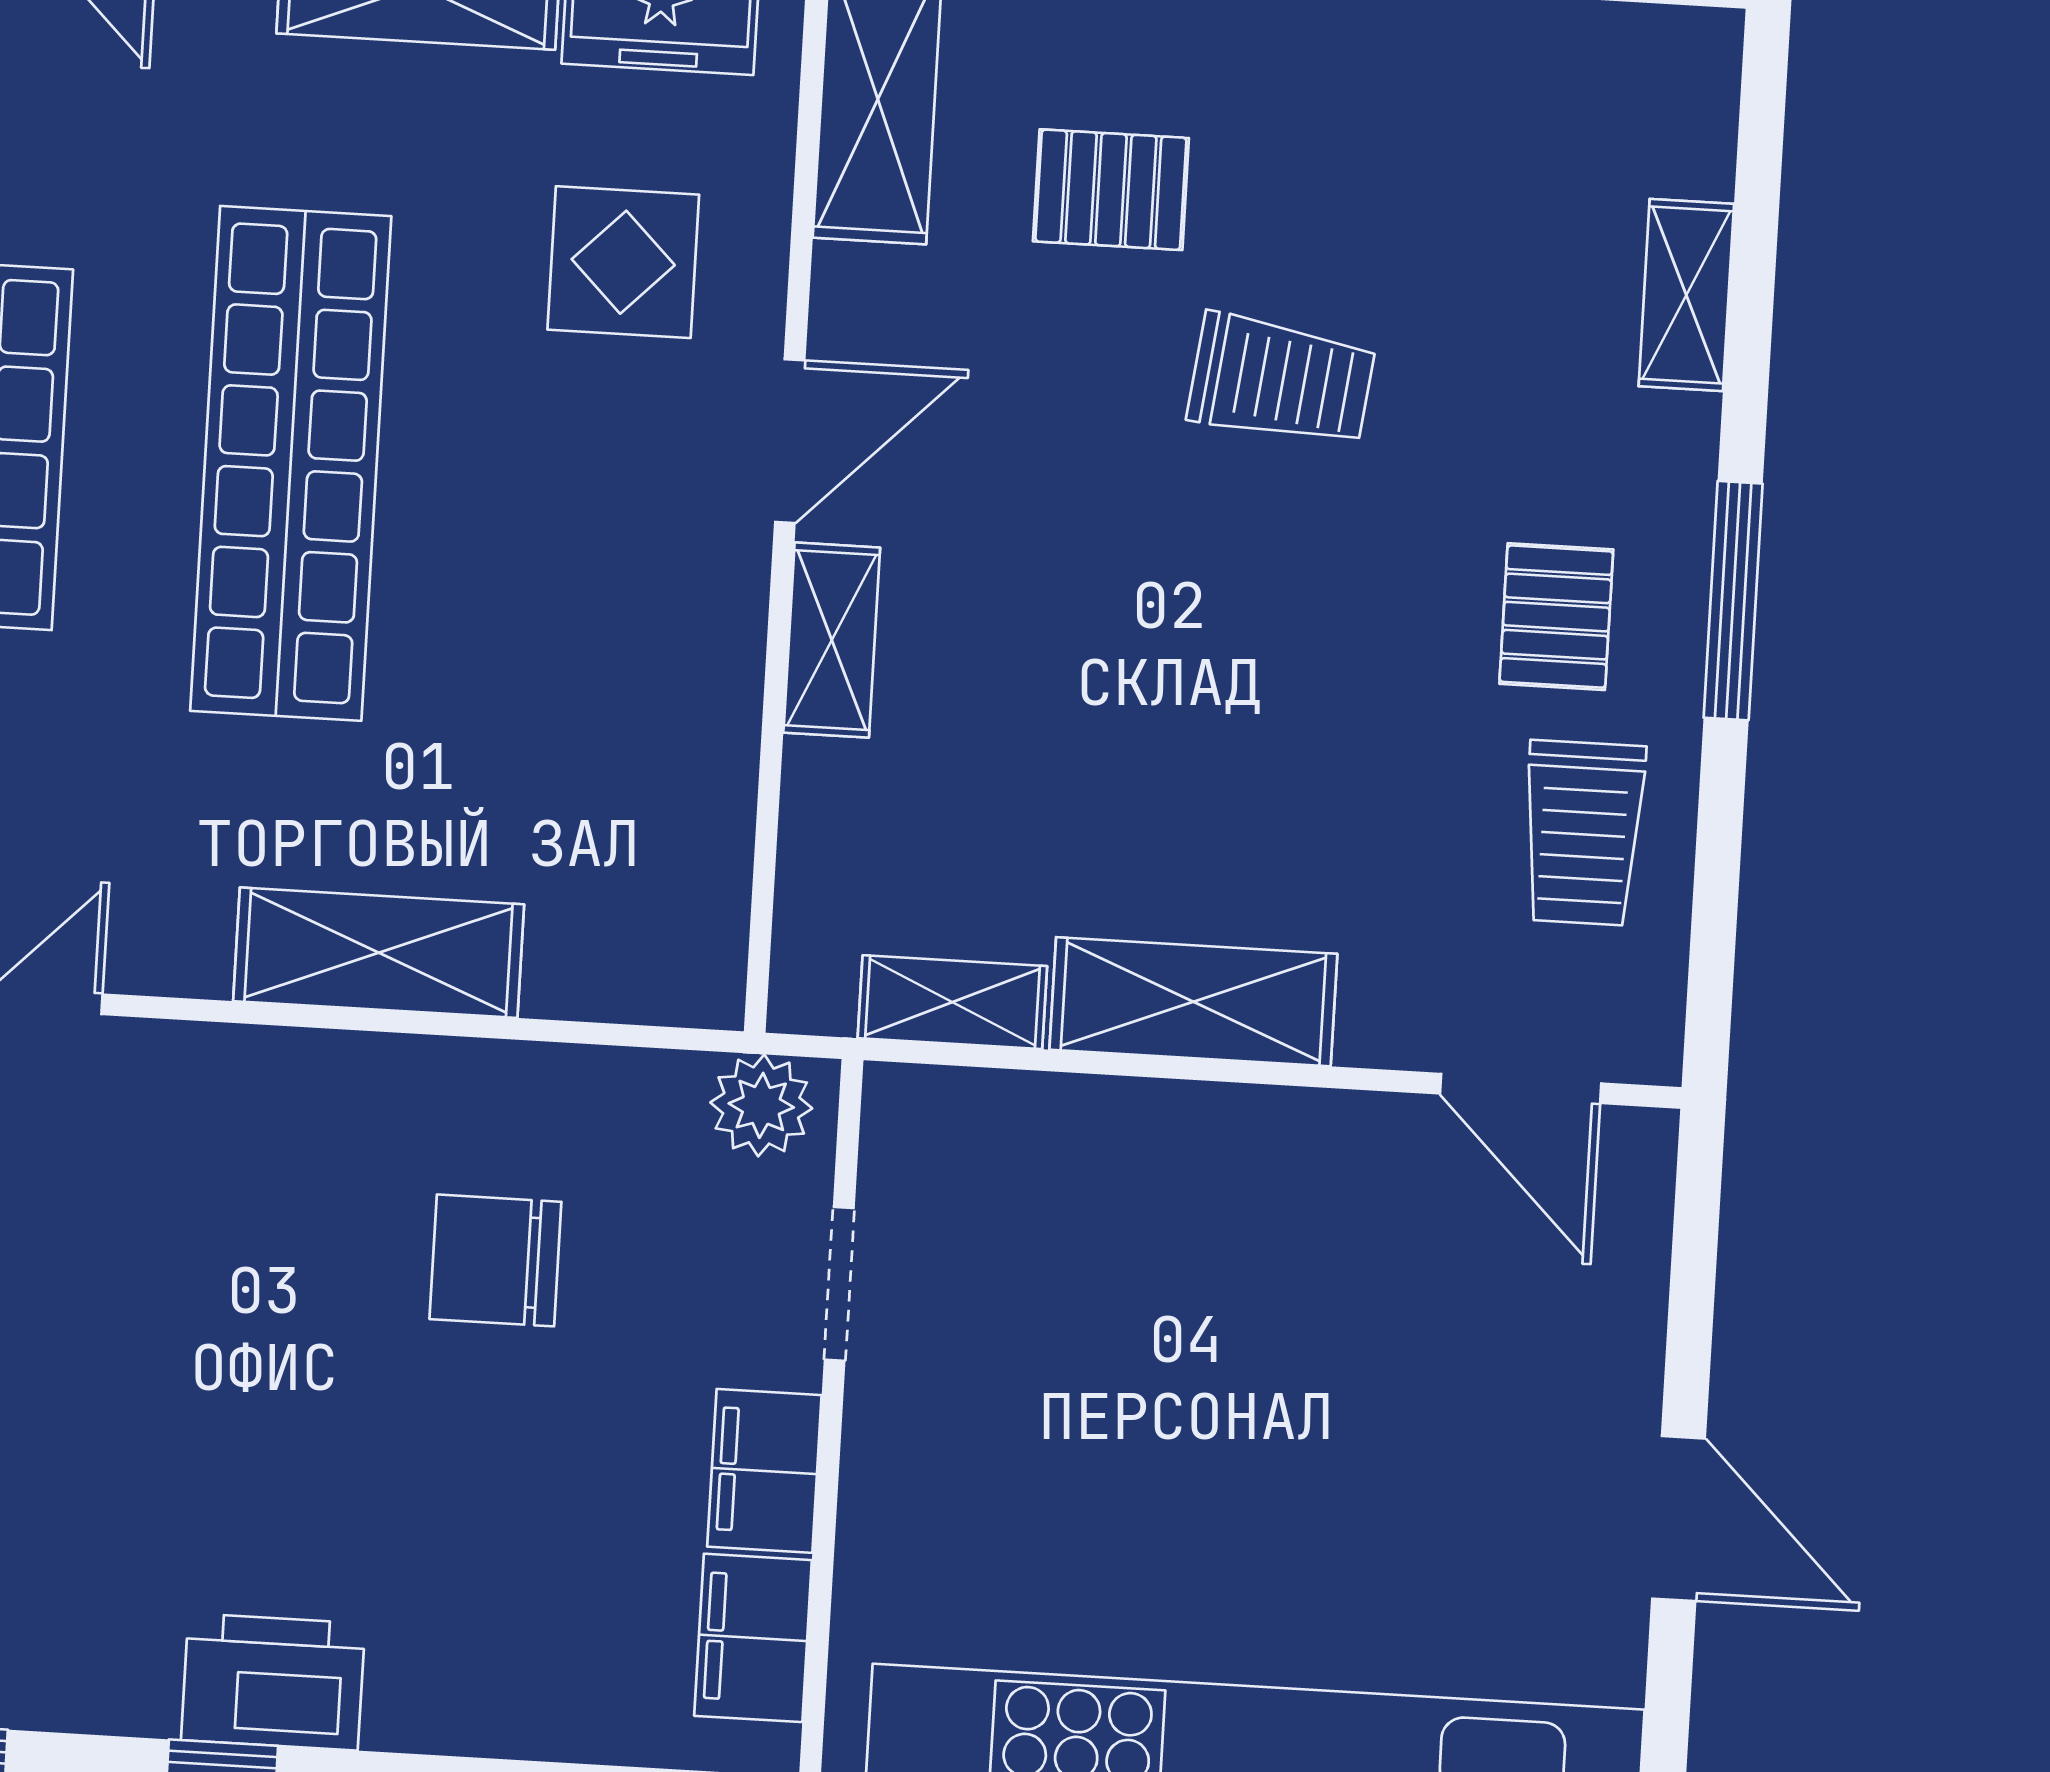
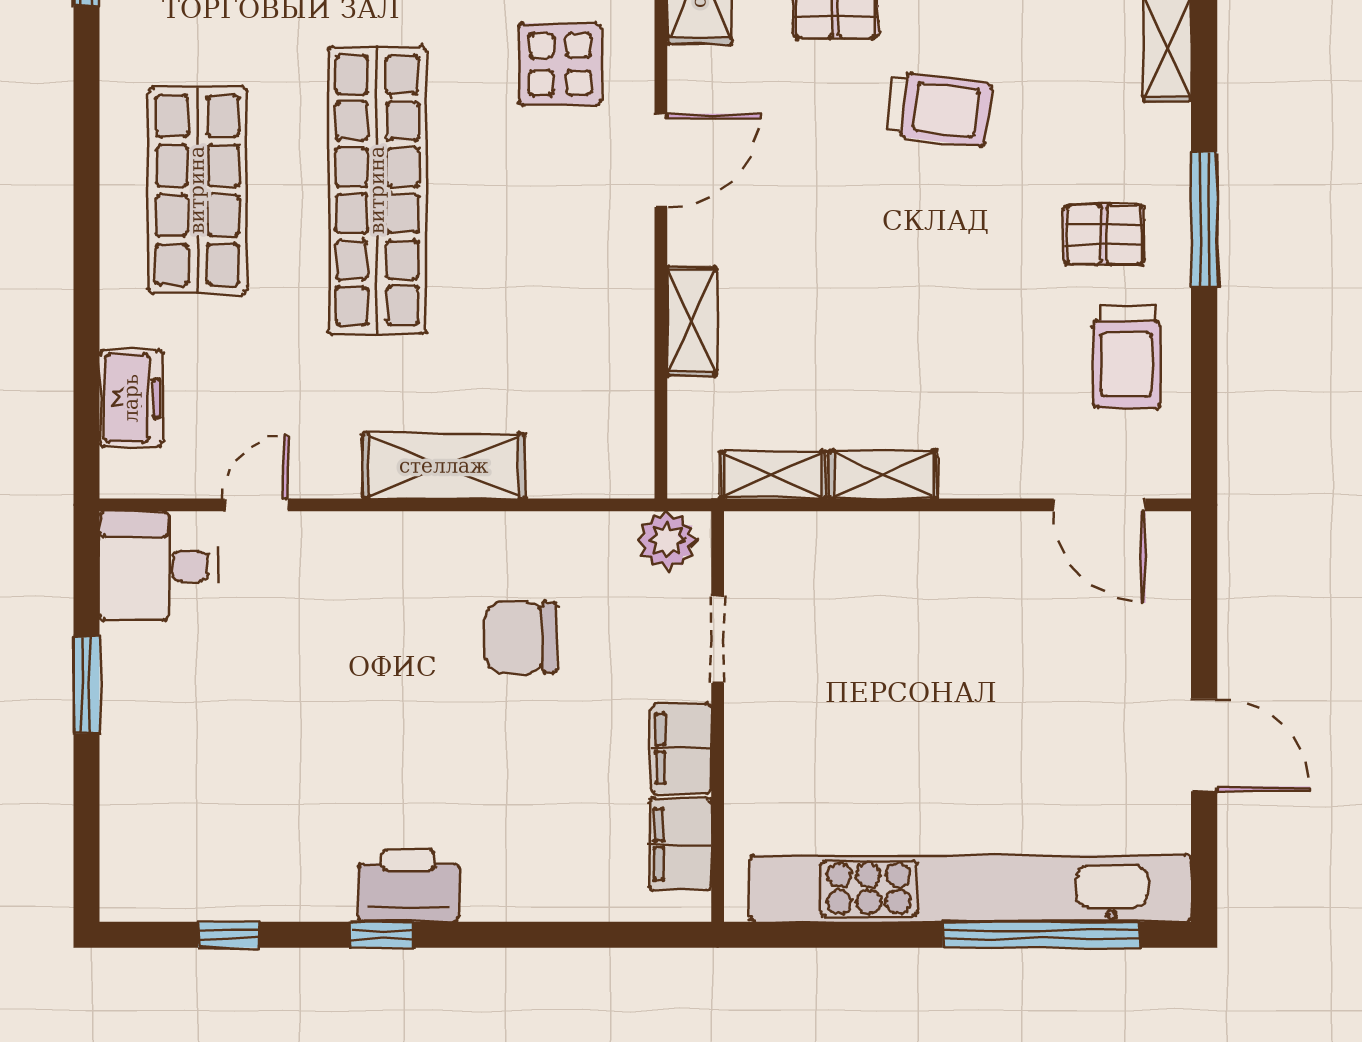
pallet: (1556, 617) -> (1104, 235), turned 90
shelving: (832, 640) -> (692, 321), moved
shelving: (1193, 1002) -> (883, 475), width x0.67, depth x0.75

